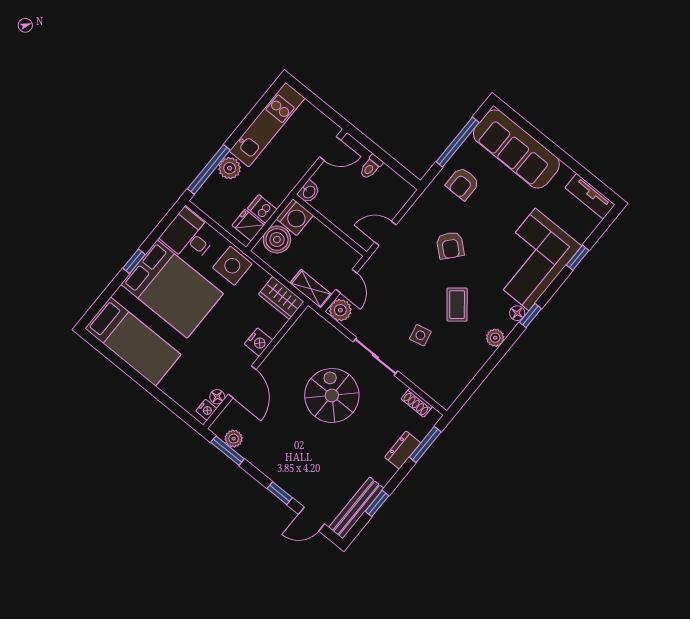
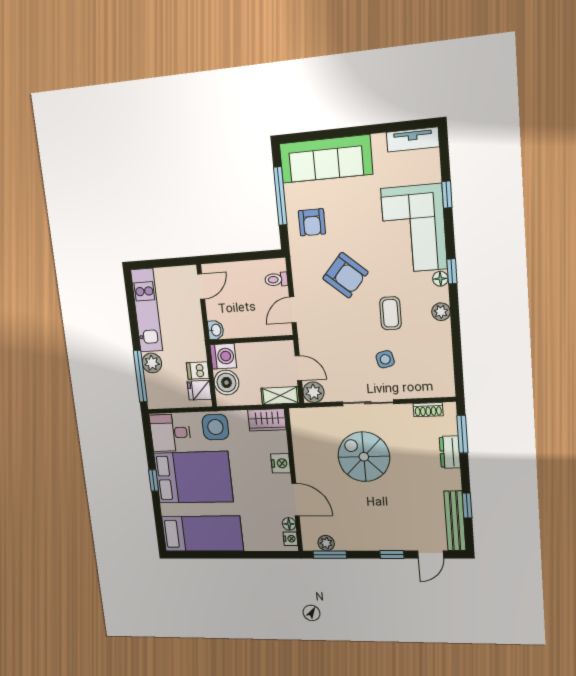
toilet: (371, 167) -> (276, 279), moved, turned 90
armchair: (450, 245) -> (345, 275), width x1.38, depth x1.38
coffee table: (457, 305) -> (390, 313), turned 39

